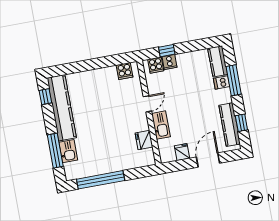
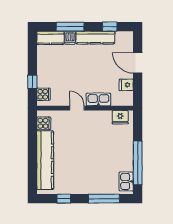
cooker: (170, 62) -> (43, 81), removed
window: (45, 97) -> (64, 199), moved
kitchen counter: (62, 108) -> (45, 160), moved, turned 90
kitchen counter: (230, 125) -> (95, 38), moved
fridge: (144, 140) -> (120, 117), moved
kitchen sink: (68, 151) -> (126, 181), moved, turned -90

